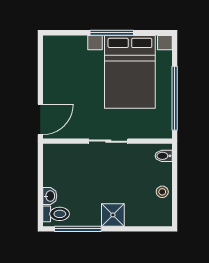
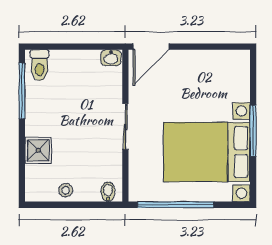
door: (40, 119) -> (151, 47), hinge flipped
washbasin: (50, 196) -> (111, 58), moved
shower: (113, 215) -> (38, 150), moved

